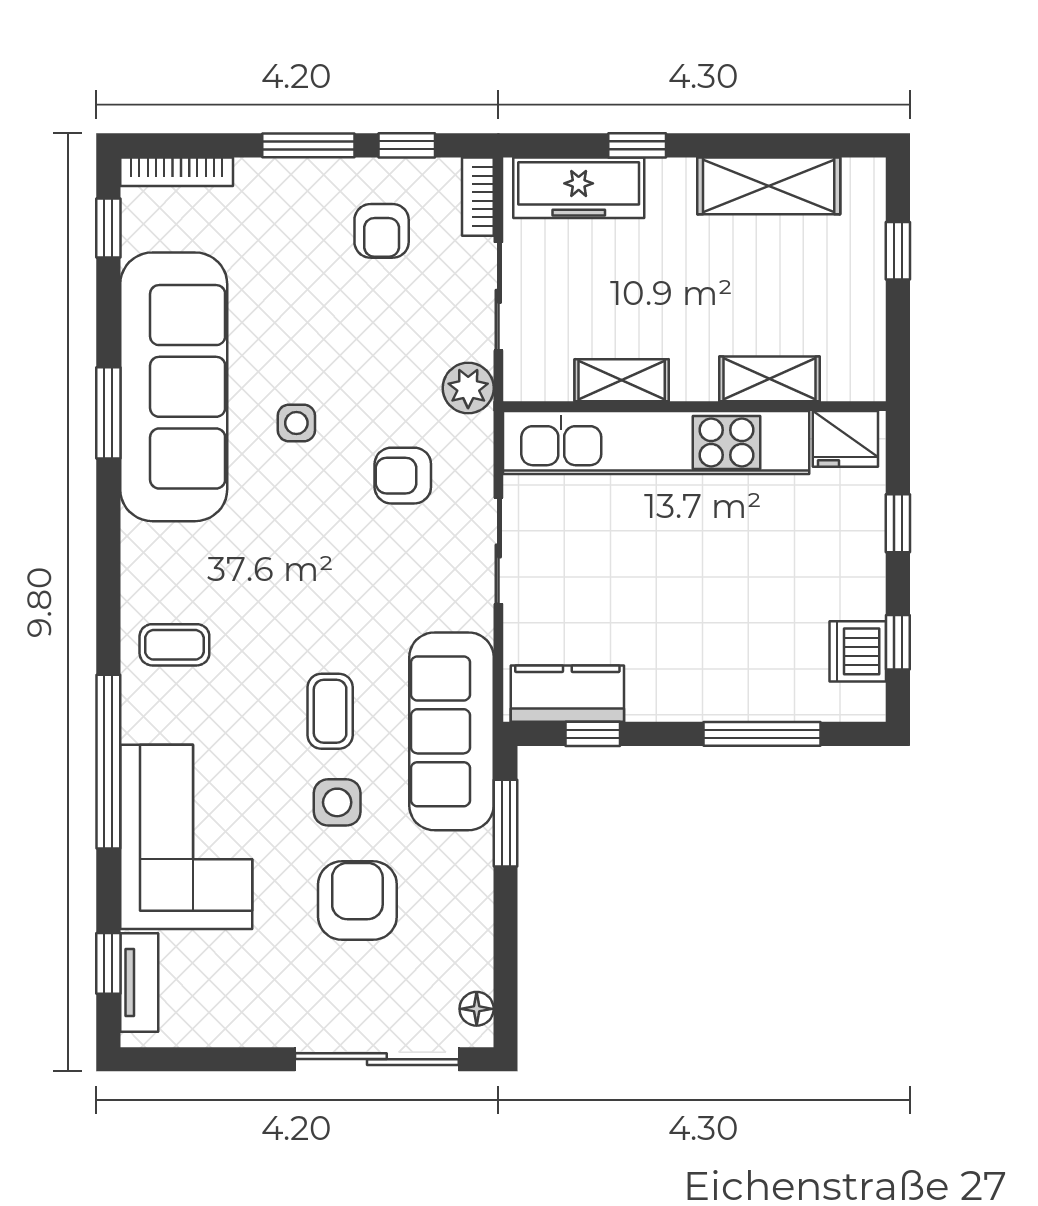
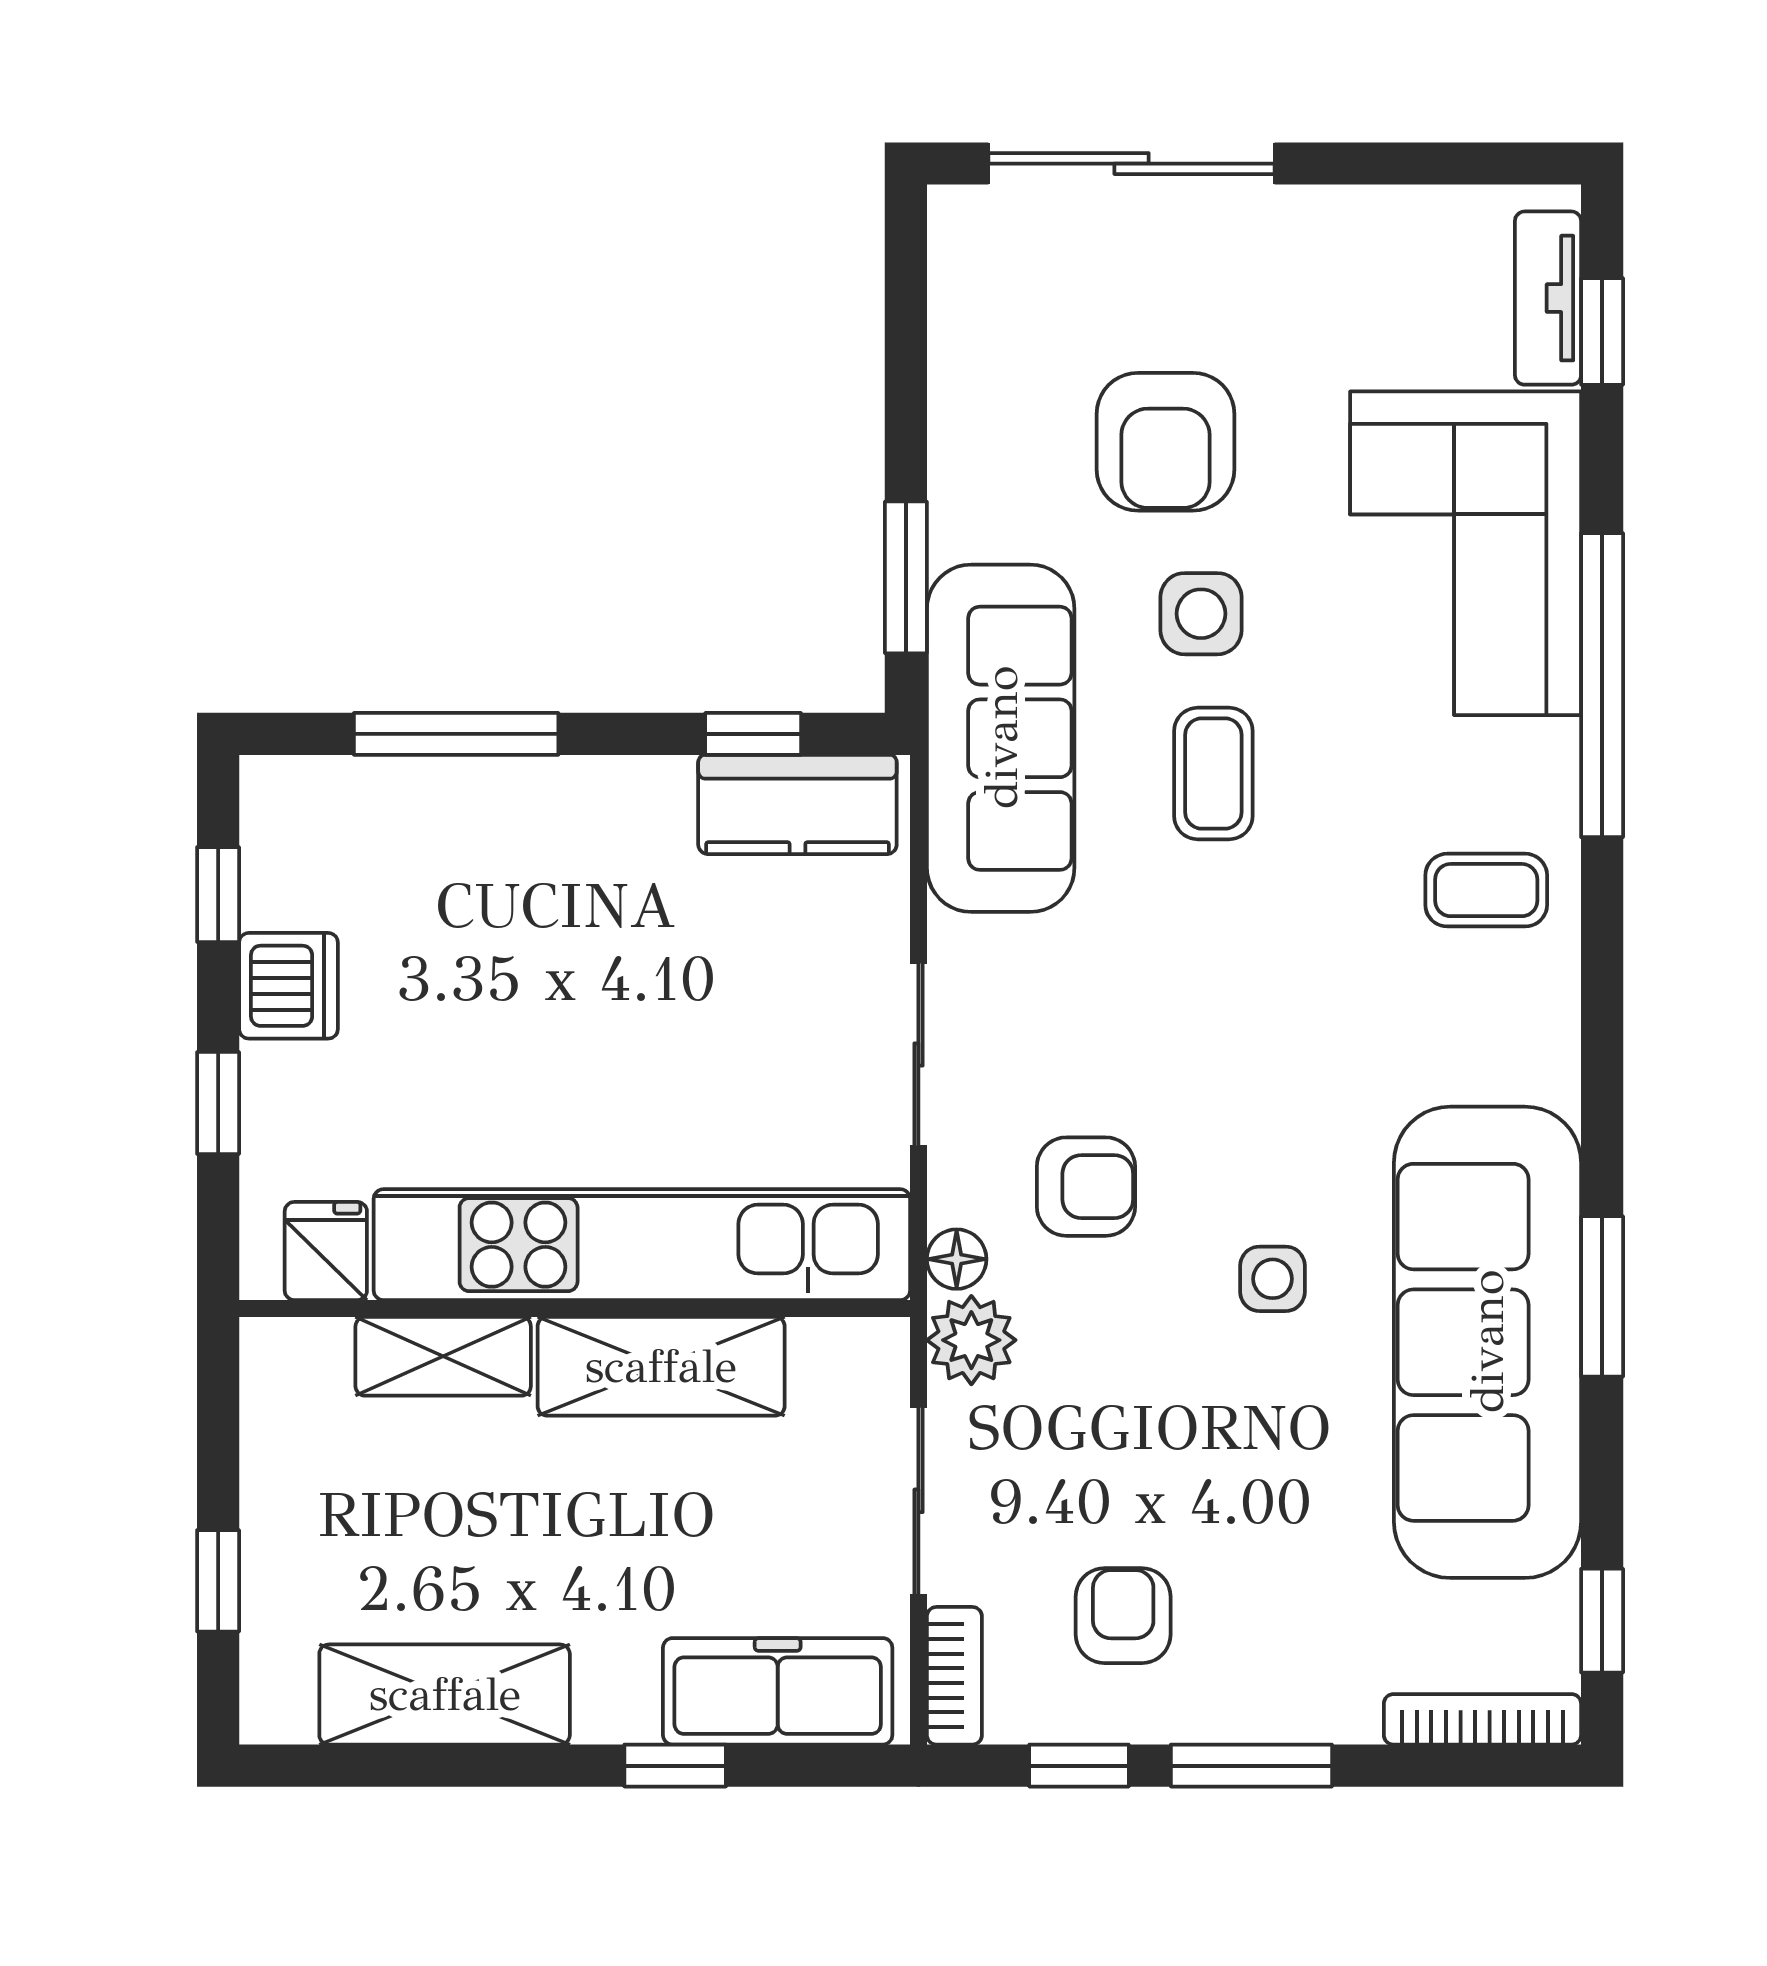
shelving: (622, 380) -> (661, 1366), width x1.50, depth x1.33
fridge: (845, 439) -> (326, 1251), width x0.72
dishwasher: (858, 651) -> (288, 986), moved
floor lamp: (477, 1009) -> (957, 1259), moved

